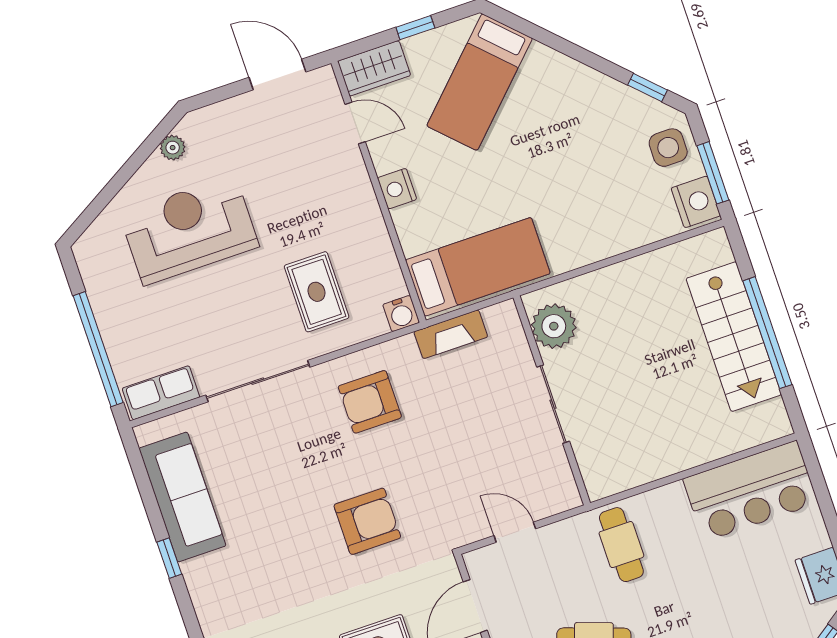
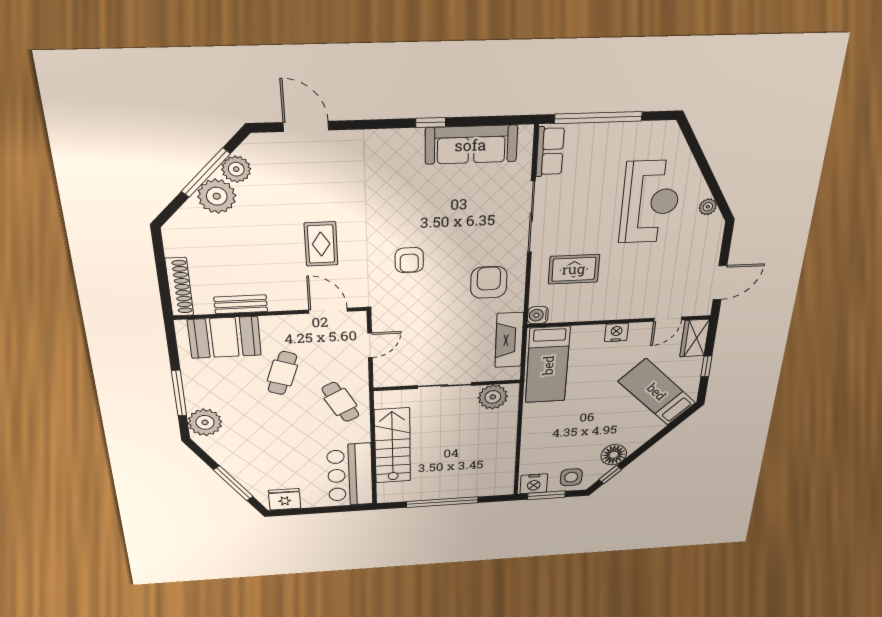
floor lamp: (609, 98) -> (614, 455), added
fireplace: (451, 334) -> (509, 340), width x1.37, depth x1.32
stairs: (734, 337) -> (393, 446), moved, turned 90
armchair: (367, 521) -> (409, 260), width x0.72, depth x0.72
cafe table: (621, 545) -> (341, 402), turned 62

